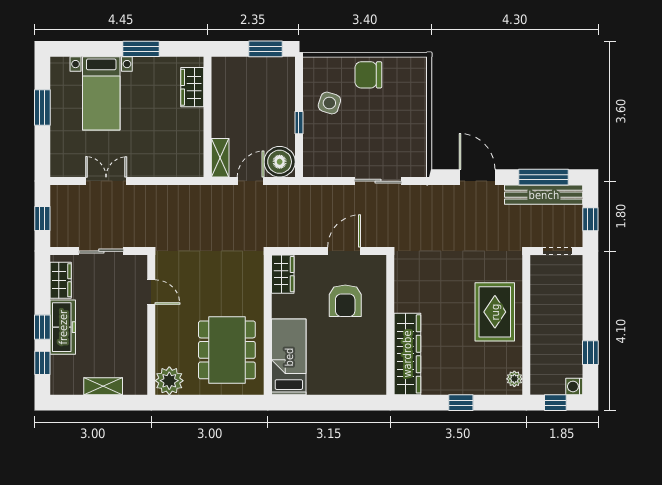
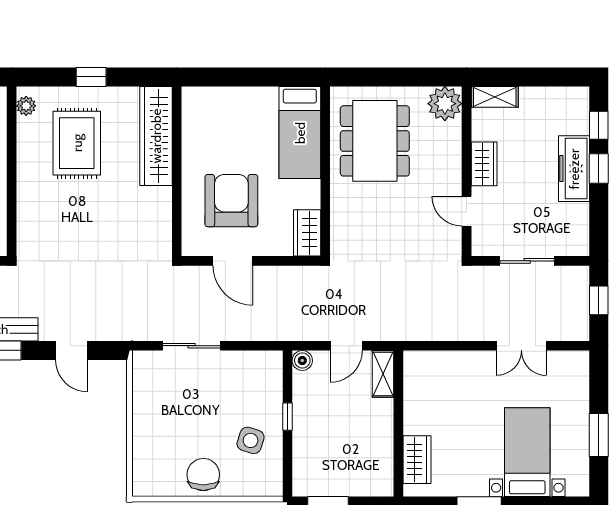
chair: (368, 75) -> (203, 475), turned -90
boiler: (280, 162) -> (302, 361), width x0.54, depth x0.54
door: (477, 177) -> (71, 350), width x0.73
door: (344, 251) -> (233, 261), hinge flipped
wardrobe: (61, 280) -> (484, 164), moved, turned 180
armchair: (345, 301) -> (231, 201), width x1.36, depth x1.36
rug: (495, 312) -> (77, 143), moved
shelving: (103, 386) -> (495, 97), moved

